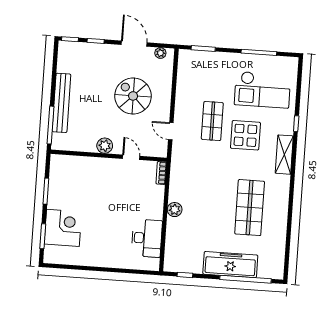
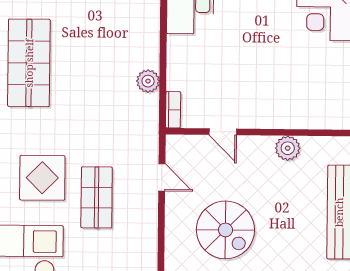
plant: (105, 146) -> (288, 148), moved
plant: (175, 210) -> (148, 81), moved

